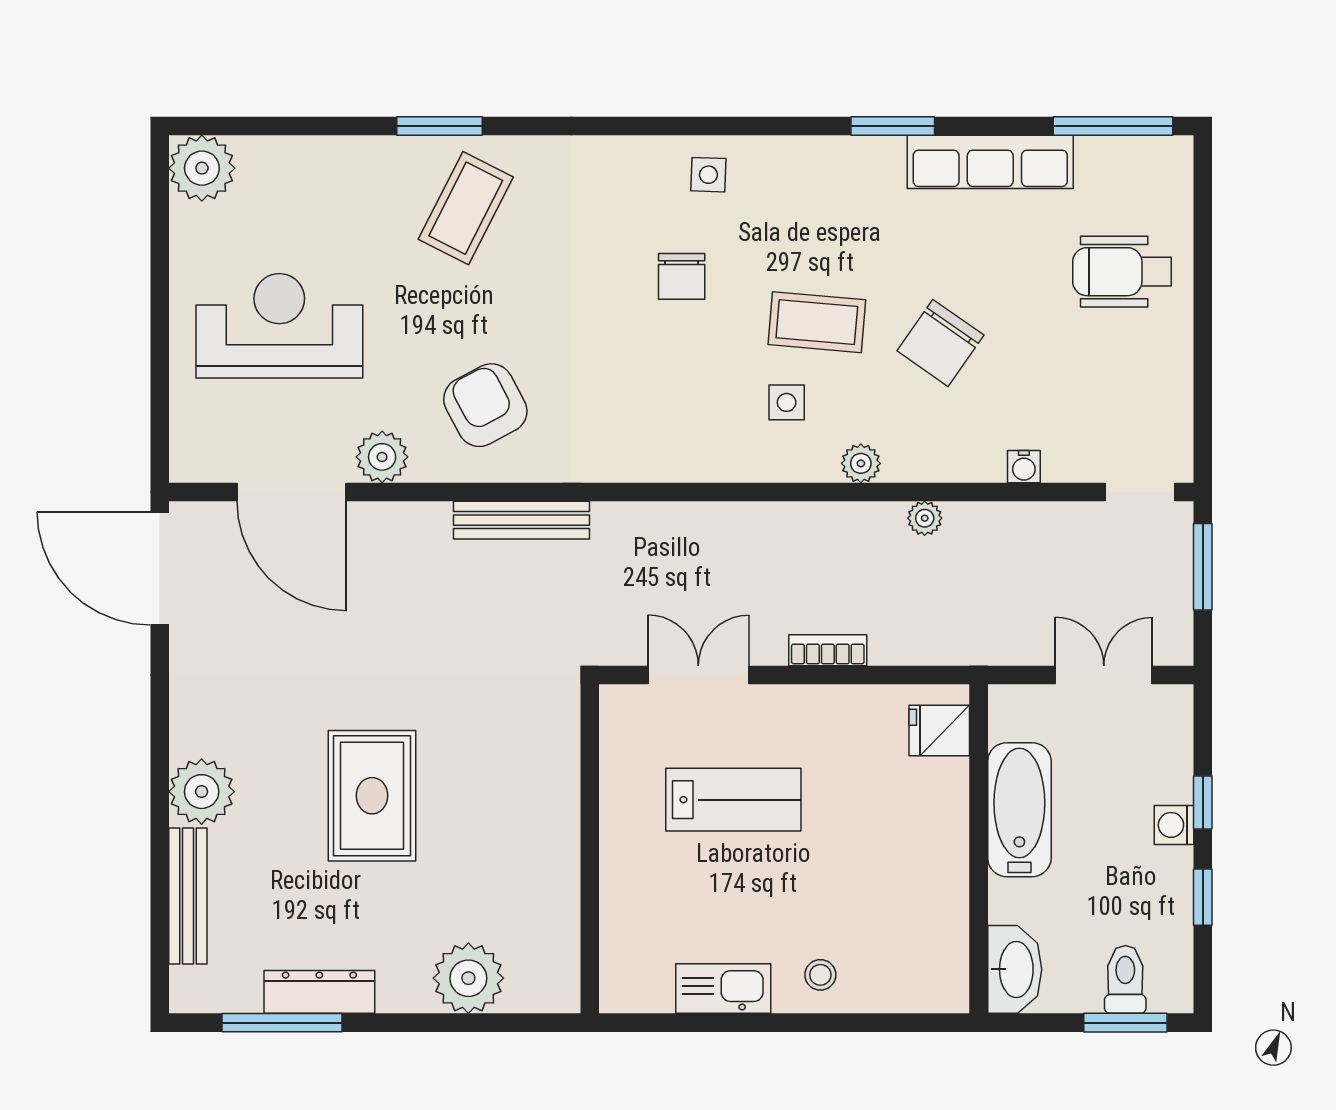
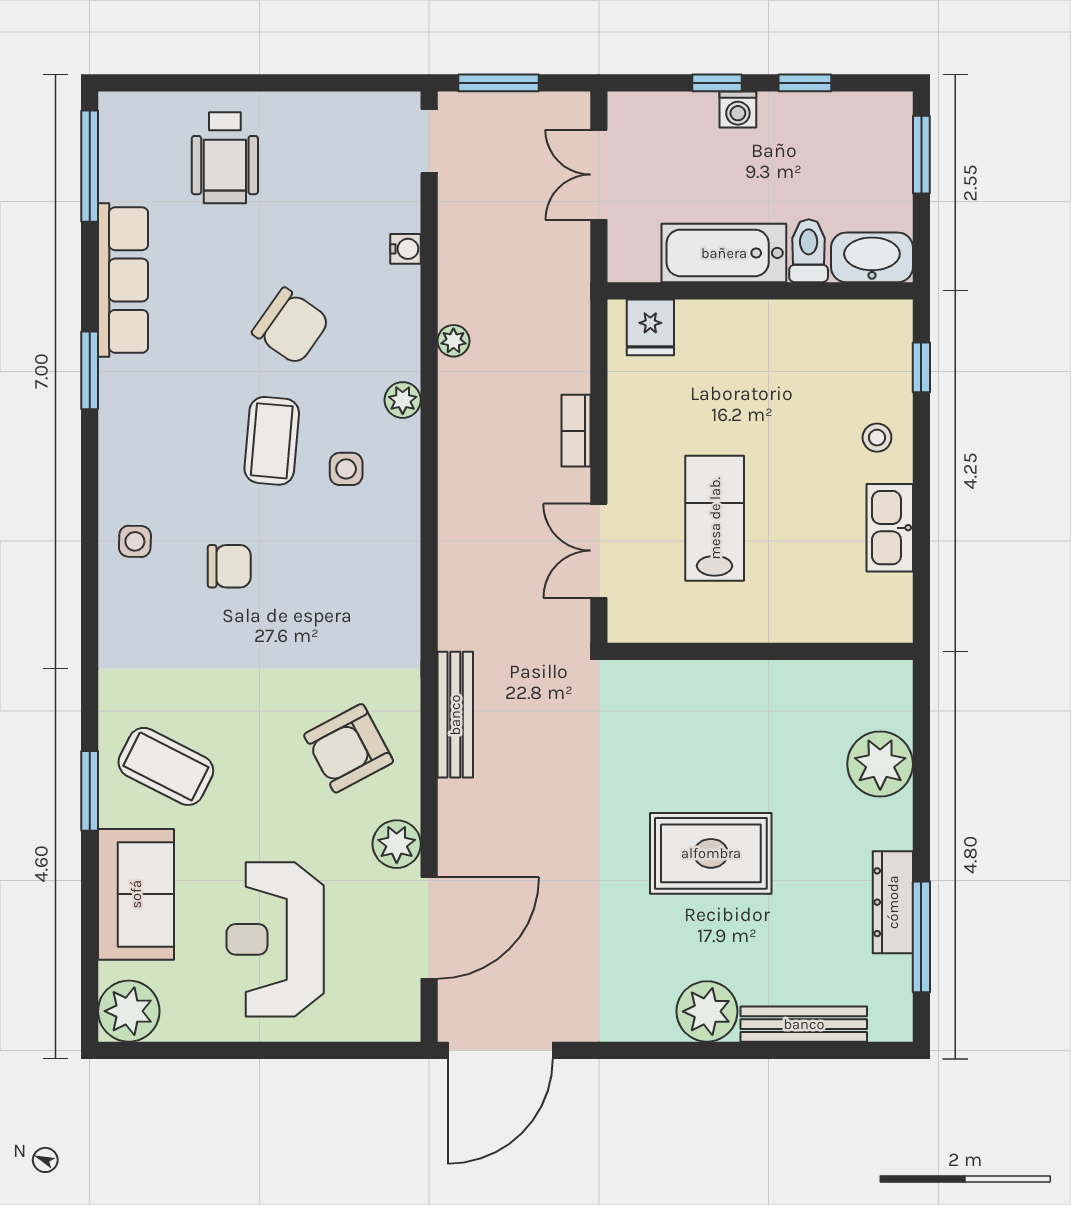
sofa: (328, 176) -> (136, 894), added
toilet: (1125, 979) -> (809, 251), moved, turned 90
window: (896, 1023) -> (921, 367), added

